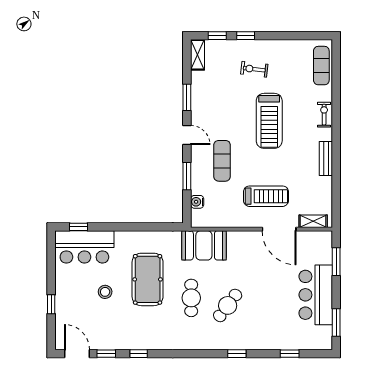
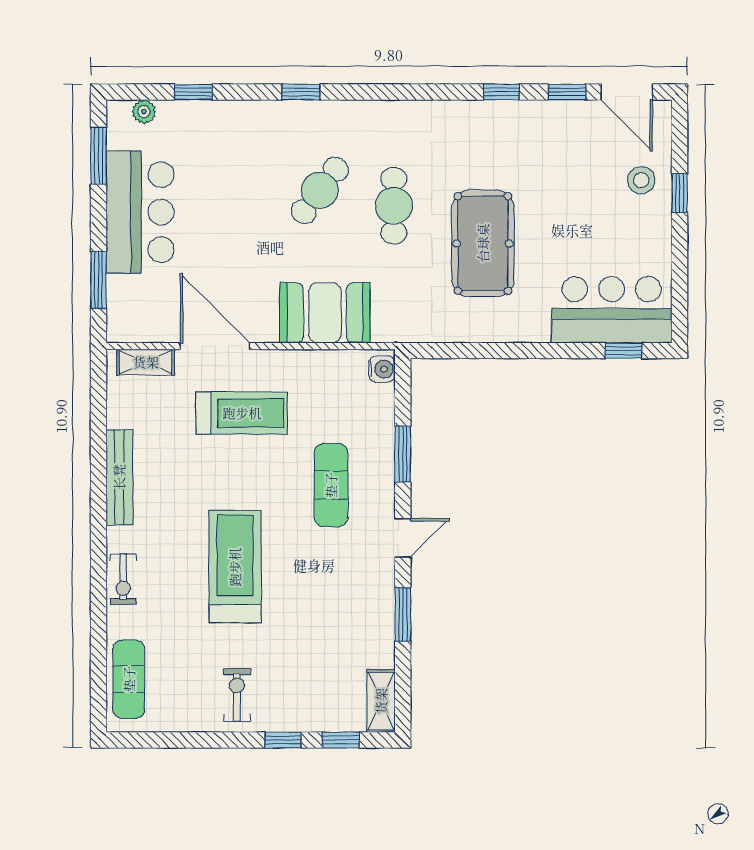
exercise bike: (254, 69) -> (237, 695), moved, turned -97
door: (187, 135) -> (403, 538), swing flipped
bench: (326, 158) -> (119, 477), width x1.36
treadmill: (266, 196) -> (242, 413), turned 180
water cooler: (197, 202) -> (382, 369), moved
booth: (204, 245) -> (325, 313), moved
stool: (105, 292) -> (641, 180), moved
plant: (314, 344) -> (144, 112), added

